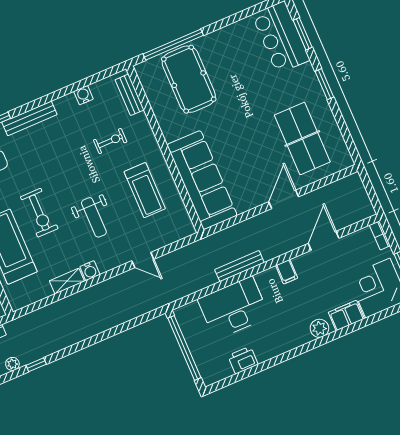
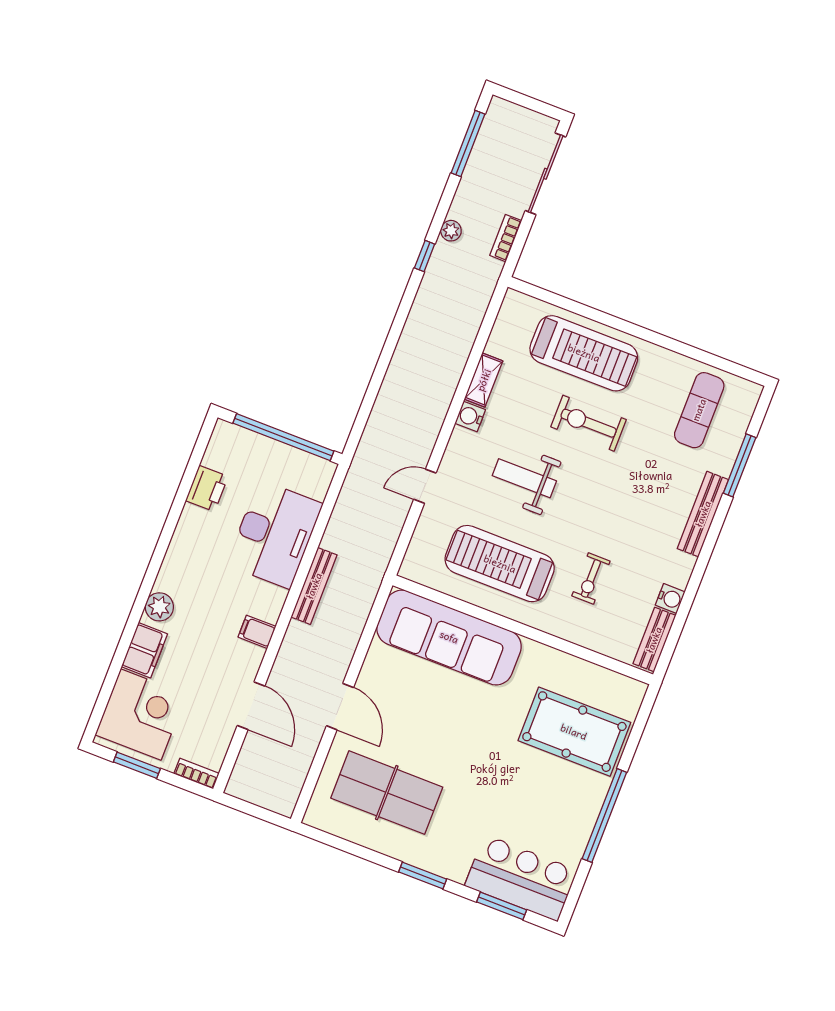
window: (173, 45) -> (604, 815), moved
bench: (130, 95) -> (654, 640), moved, turned 90
treadmill: (145, 190) -> (500, 564), width x1.37, depth x1.38

